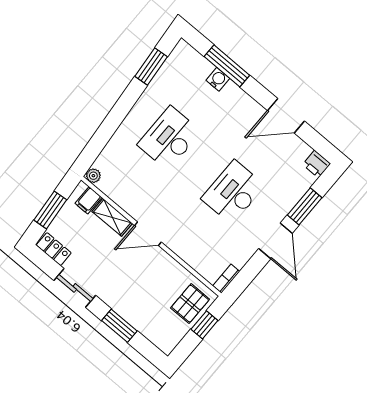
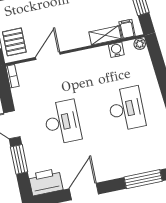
water cooler: (218, 79) -> (116, 50), moved, turned 180
printer: (317, 164) -> (46, 182), width x1.87, depth x1.48
door: (148, 234) -> (48, 56), moved

